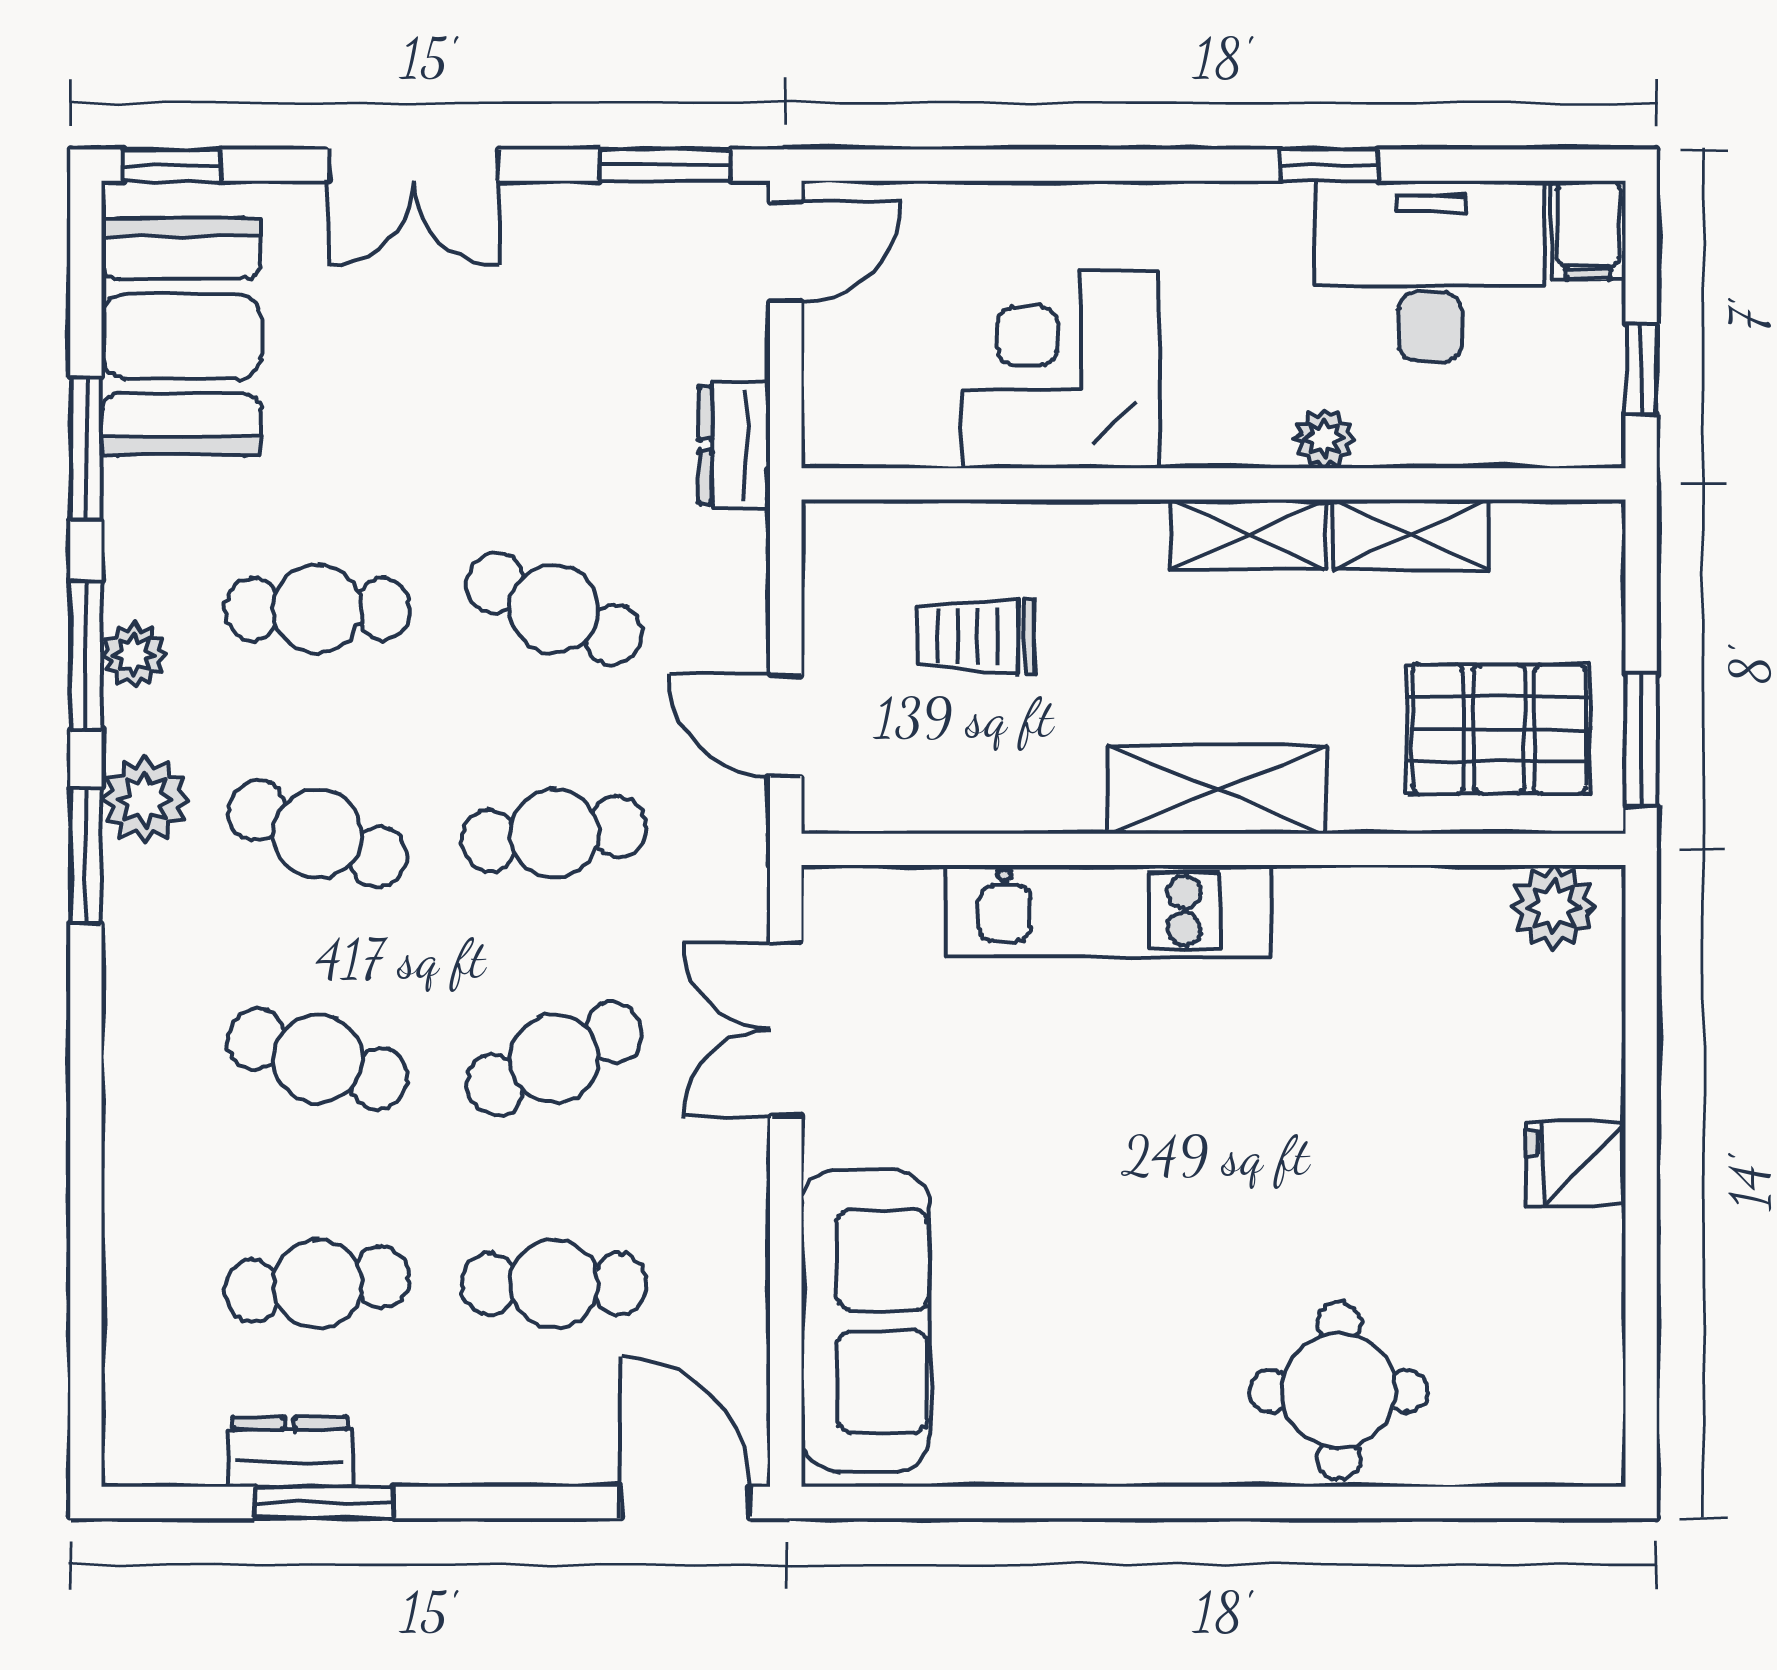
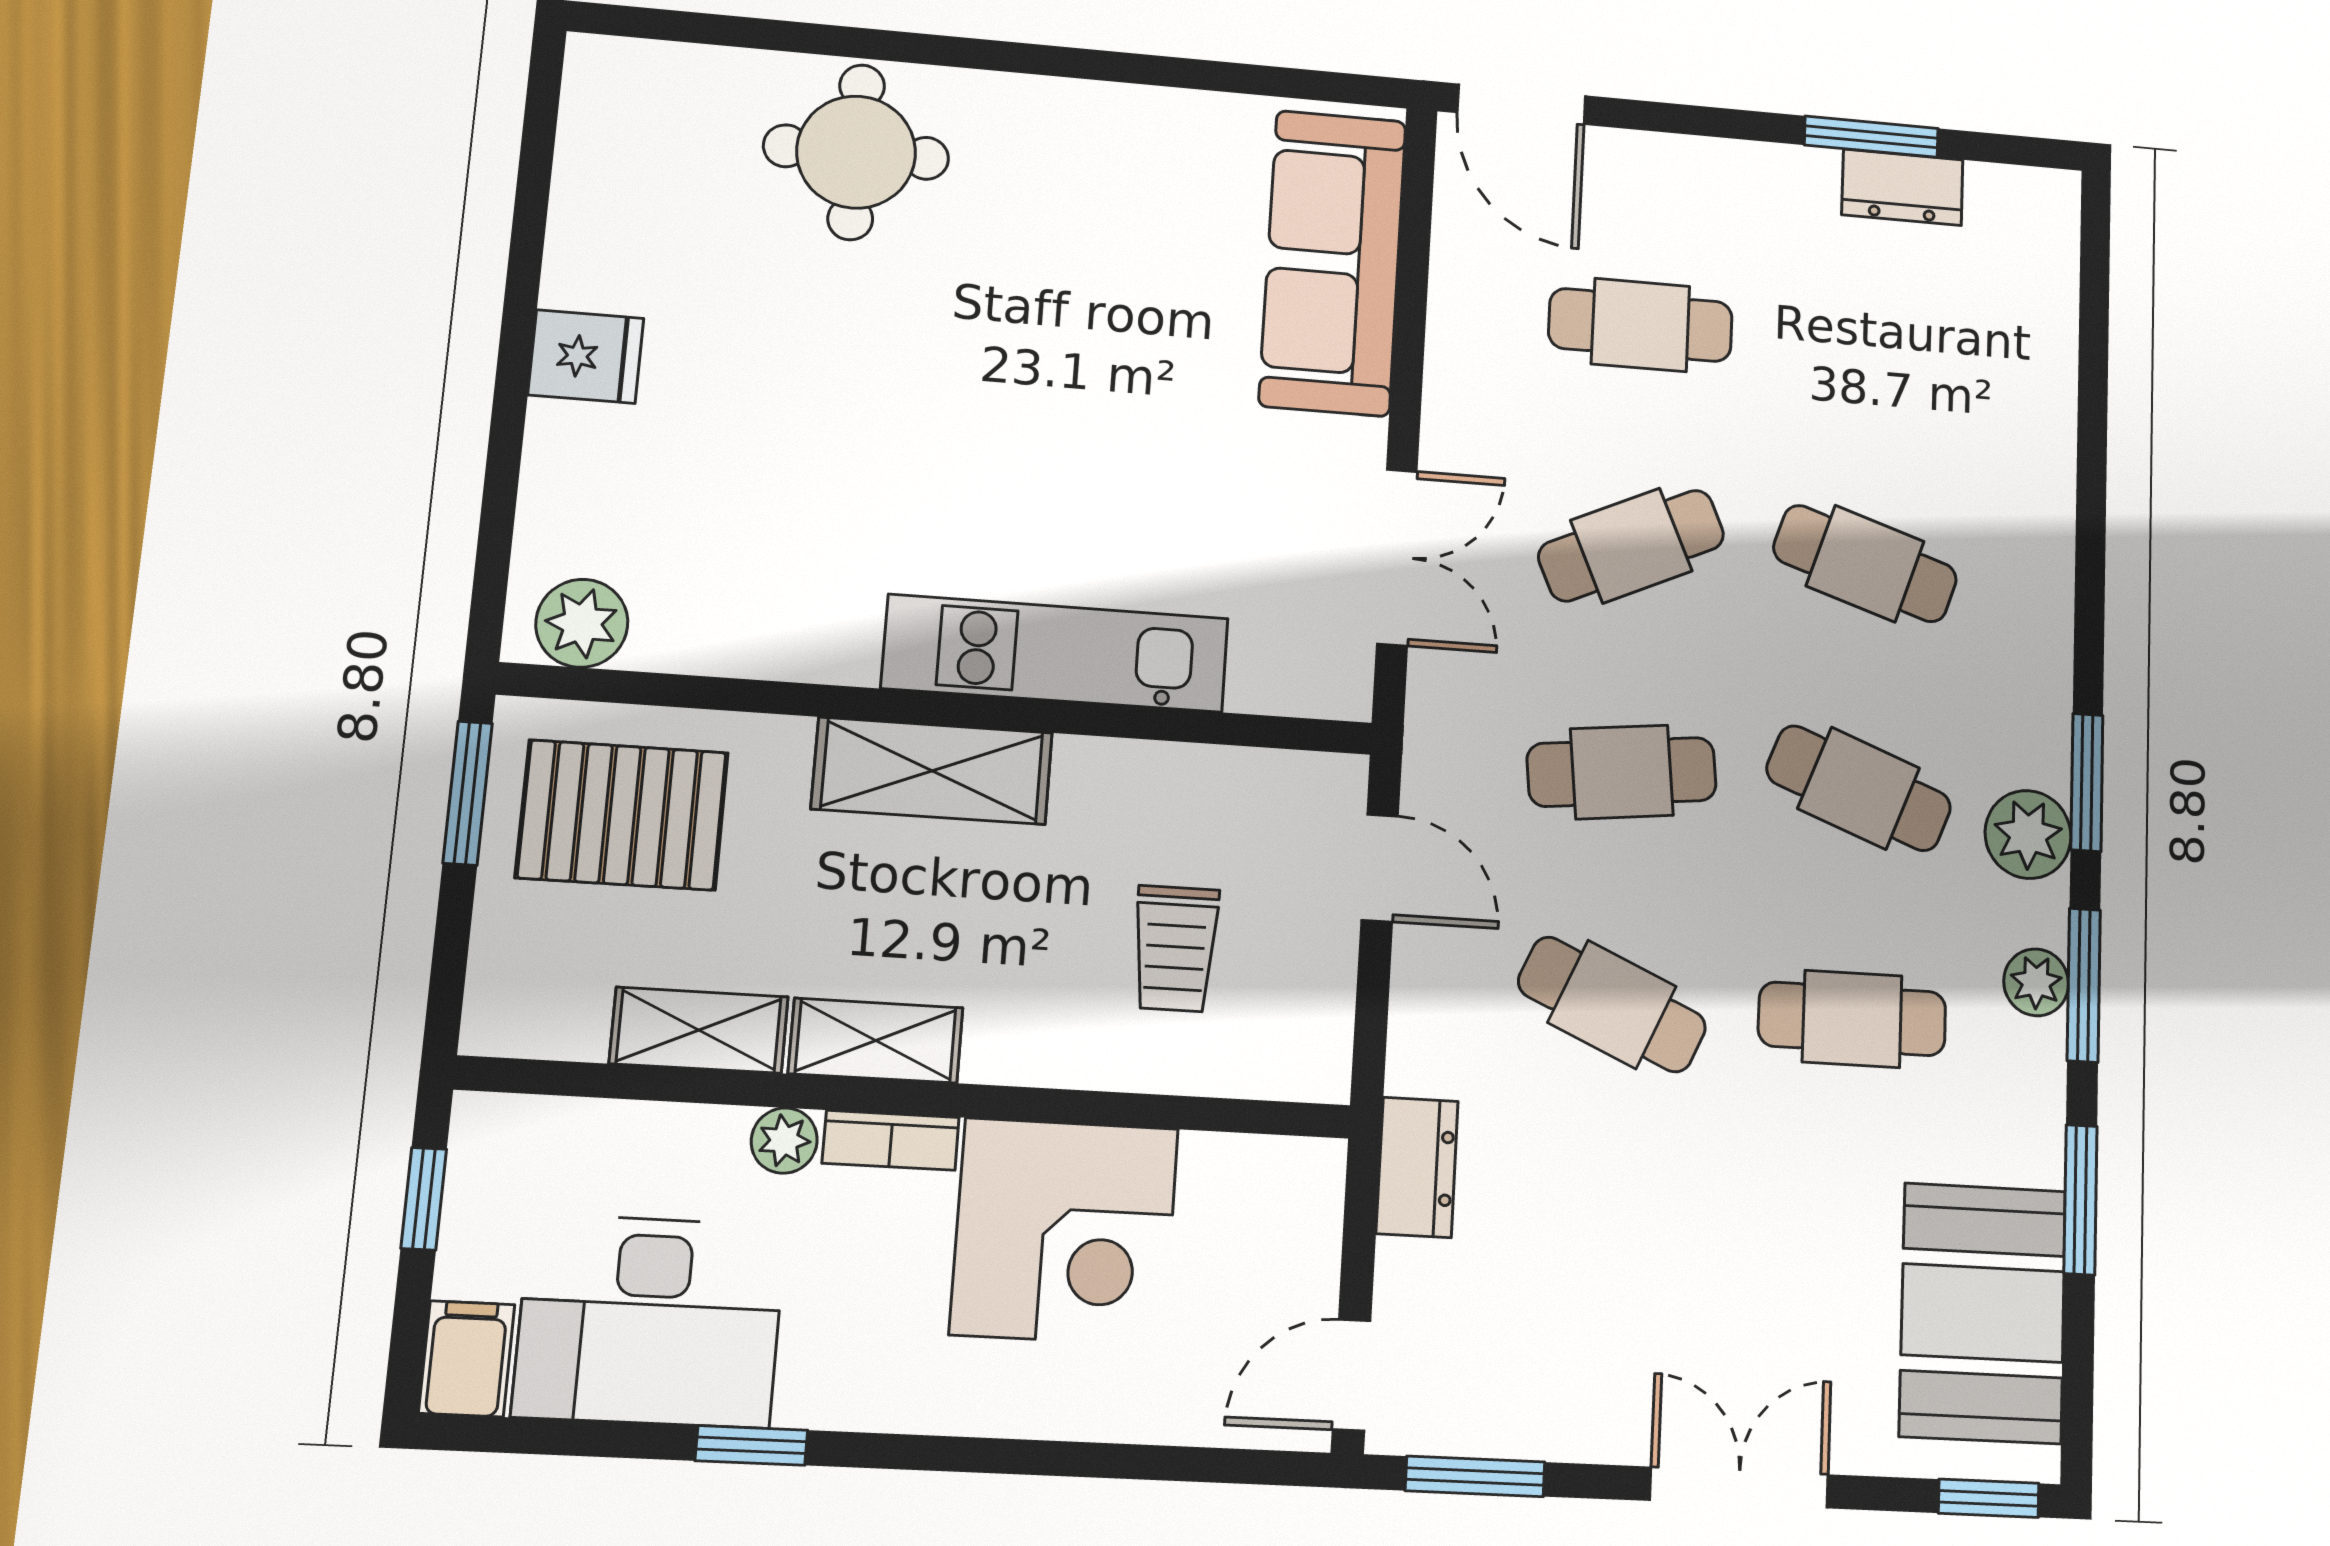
bookcase: (1227, 444) -> (891, 1140), added
trolley: (976, 637) -> (1175, 949), turned 90
cafe table: (317, 1284) -> (1871, 345), removed

